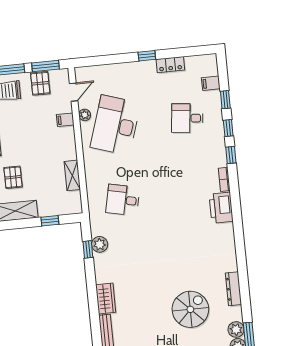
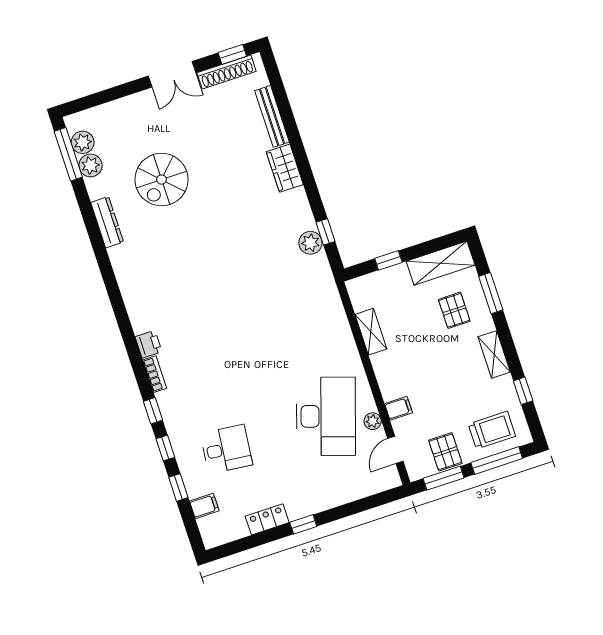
desk: (123, 200) -> (292, 313), removed
printer: (221, 208) -> (148, 344), width x0.53, depth x0.68

